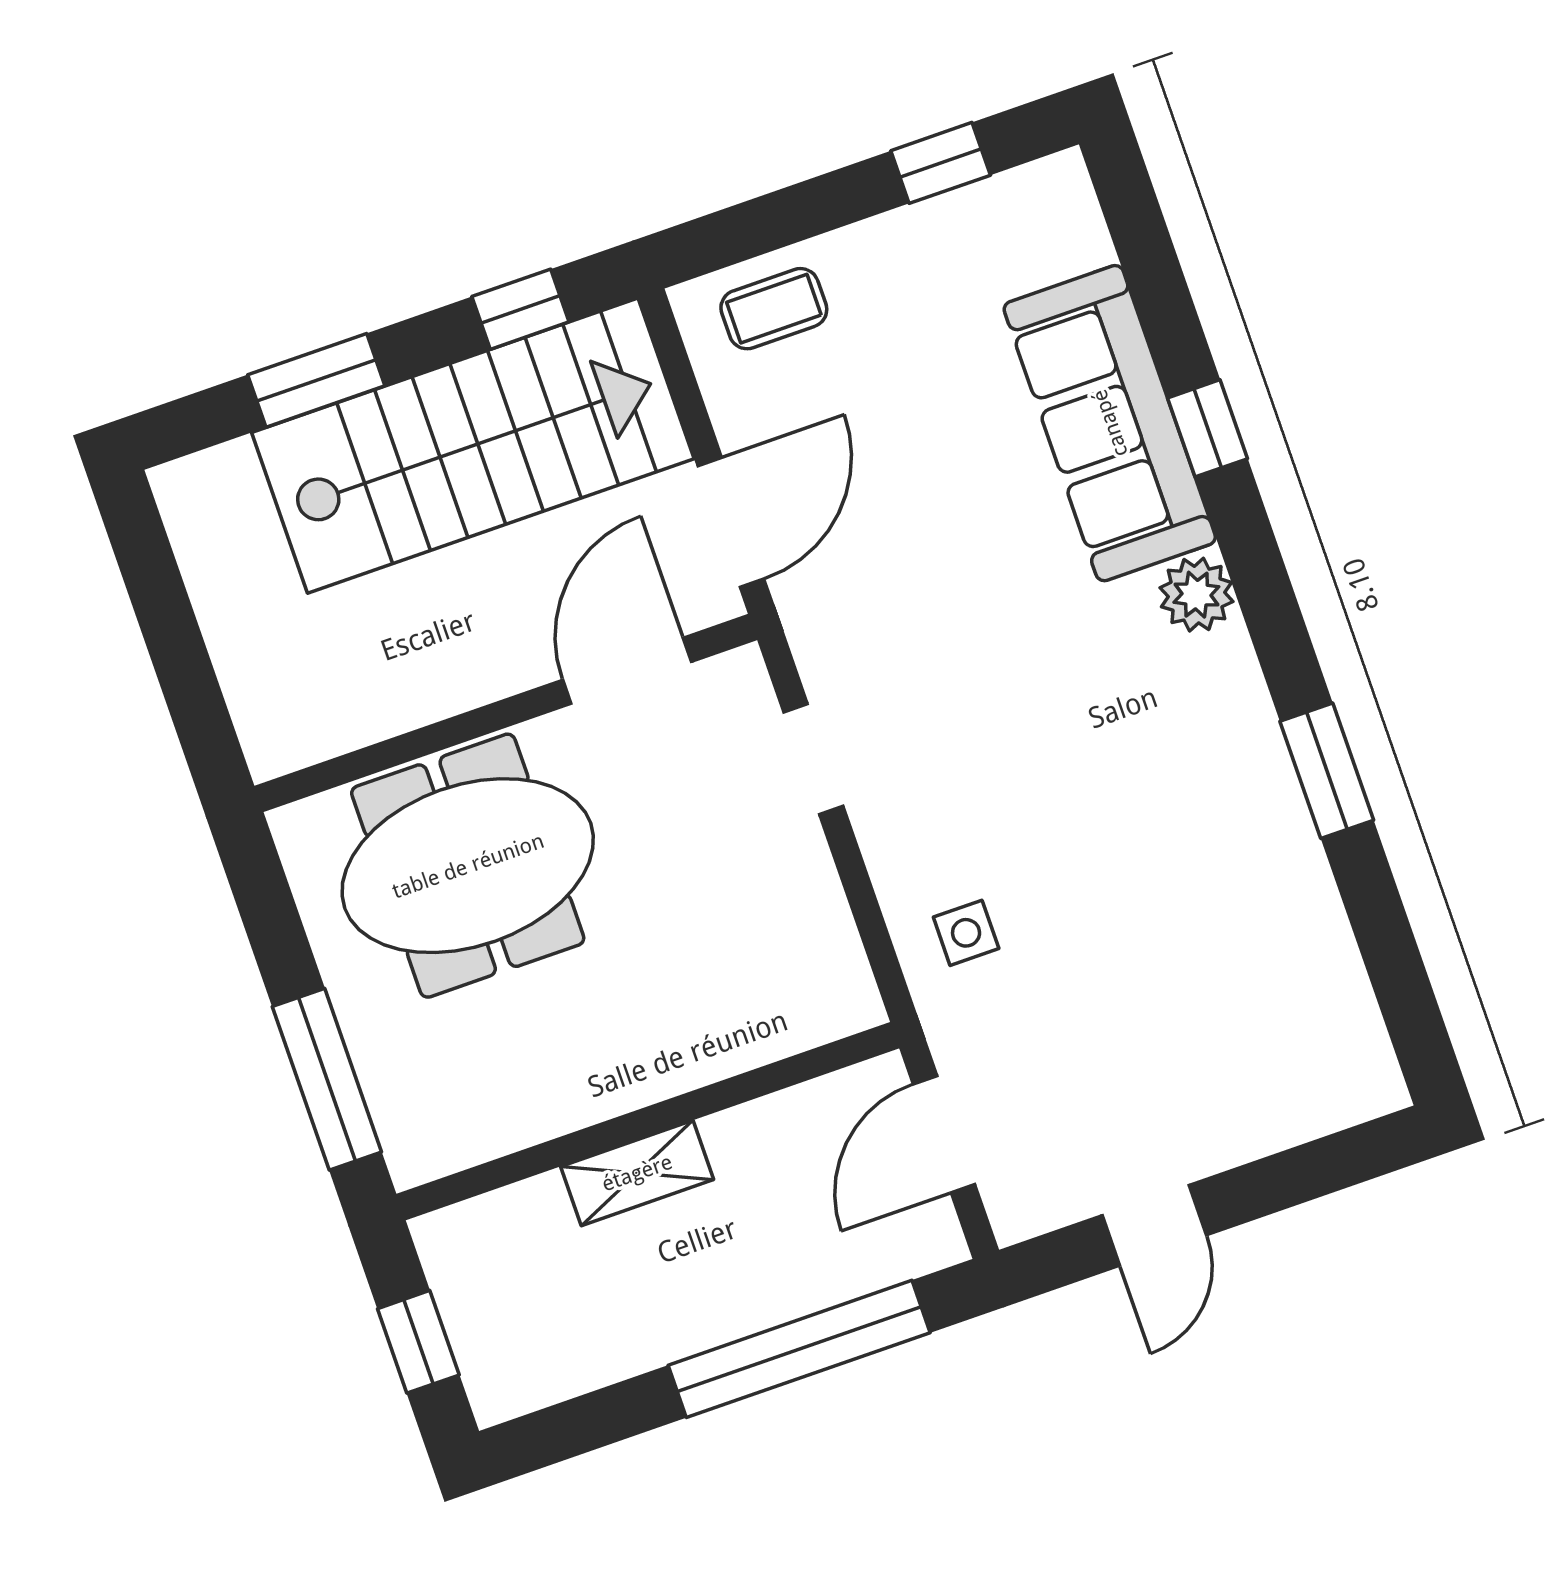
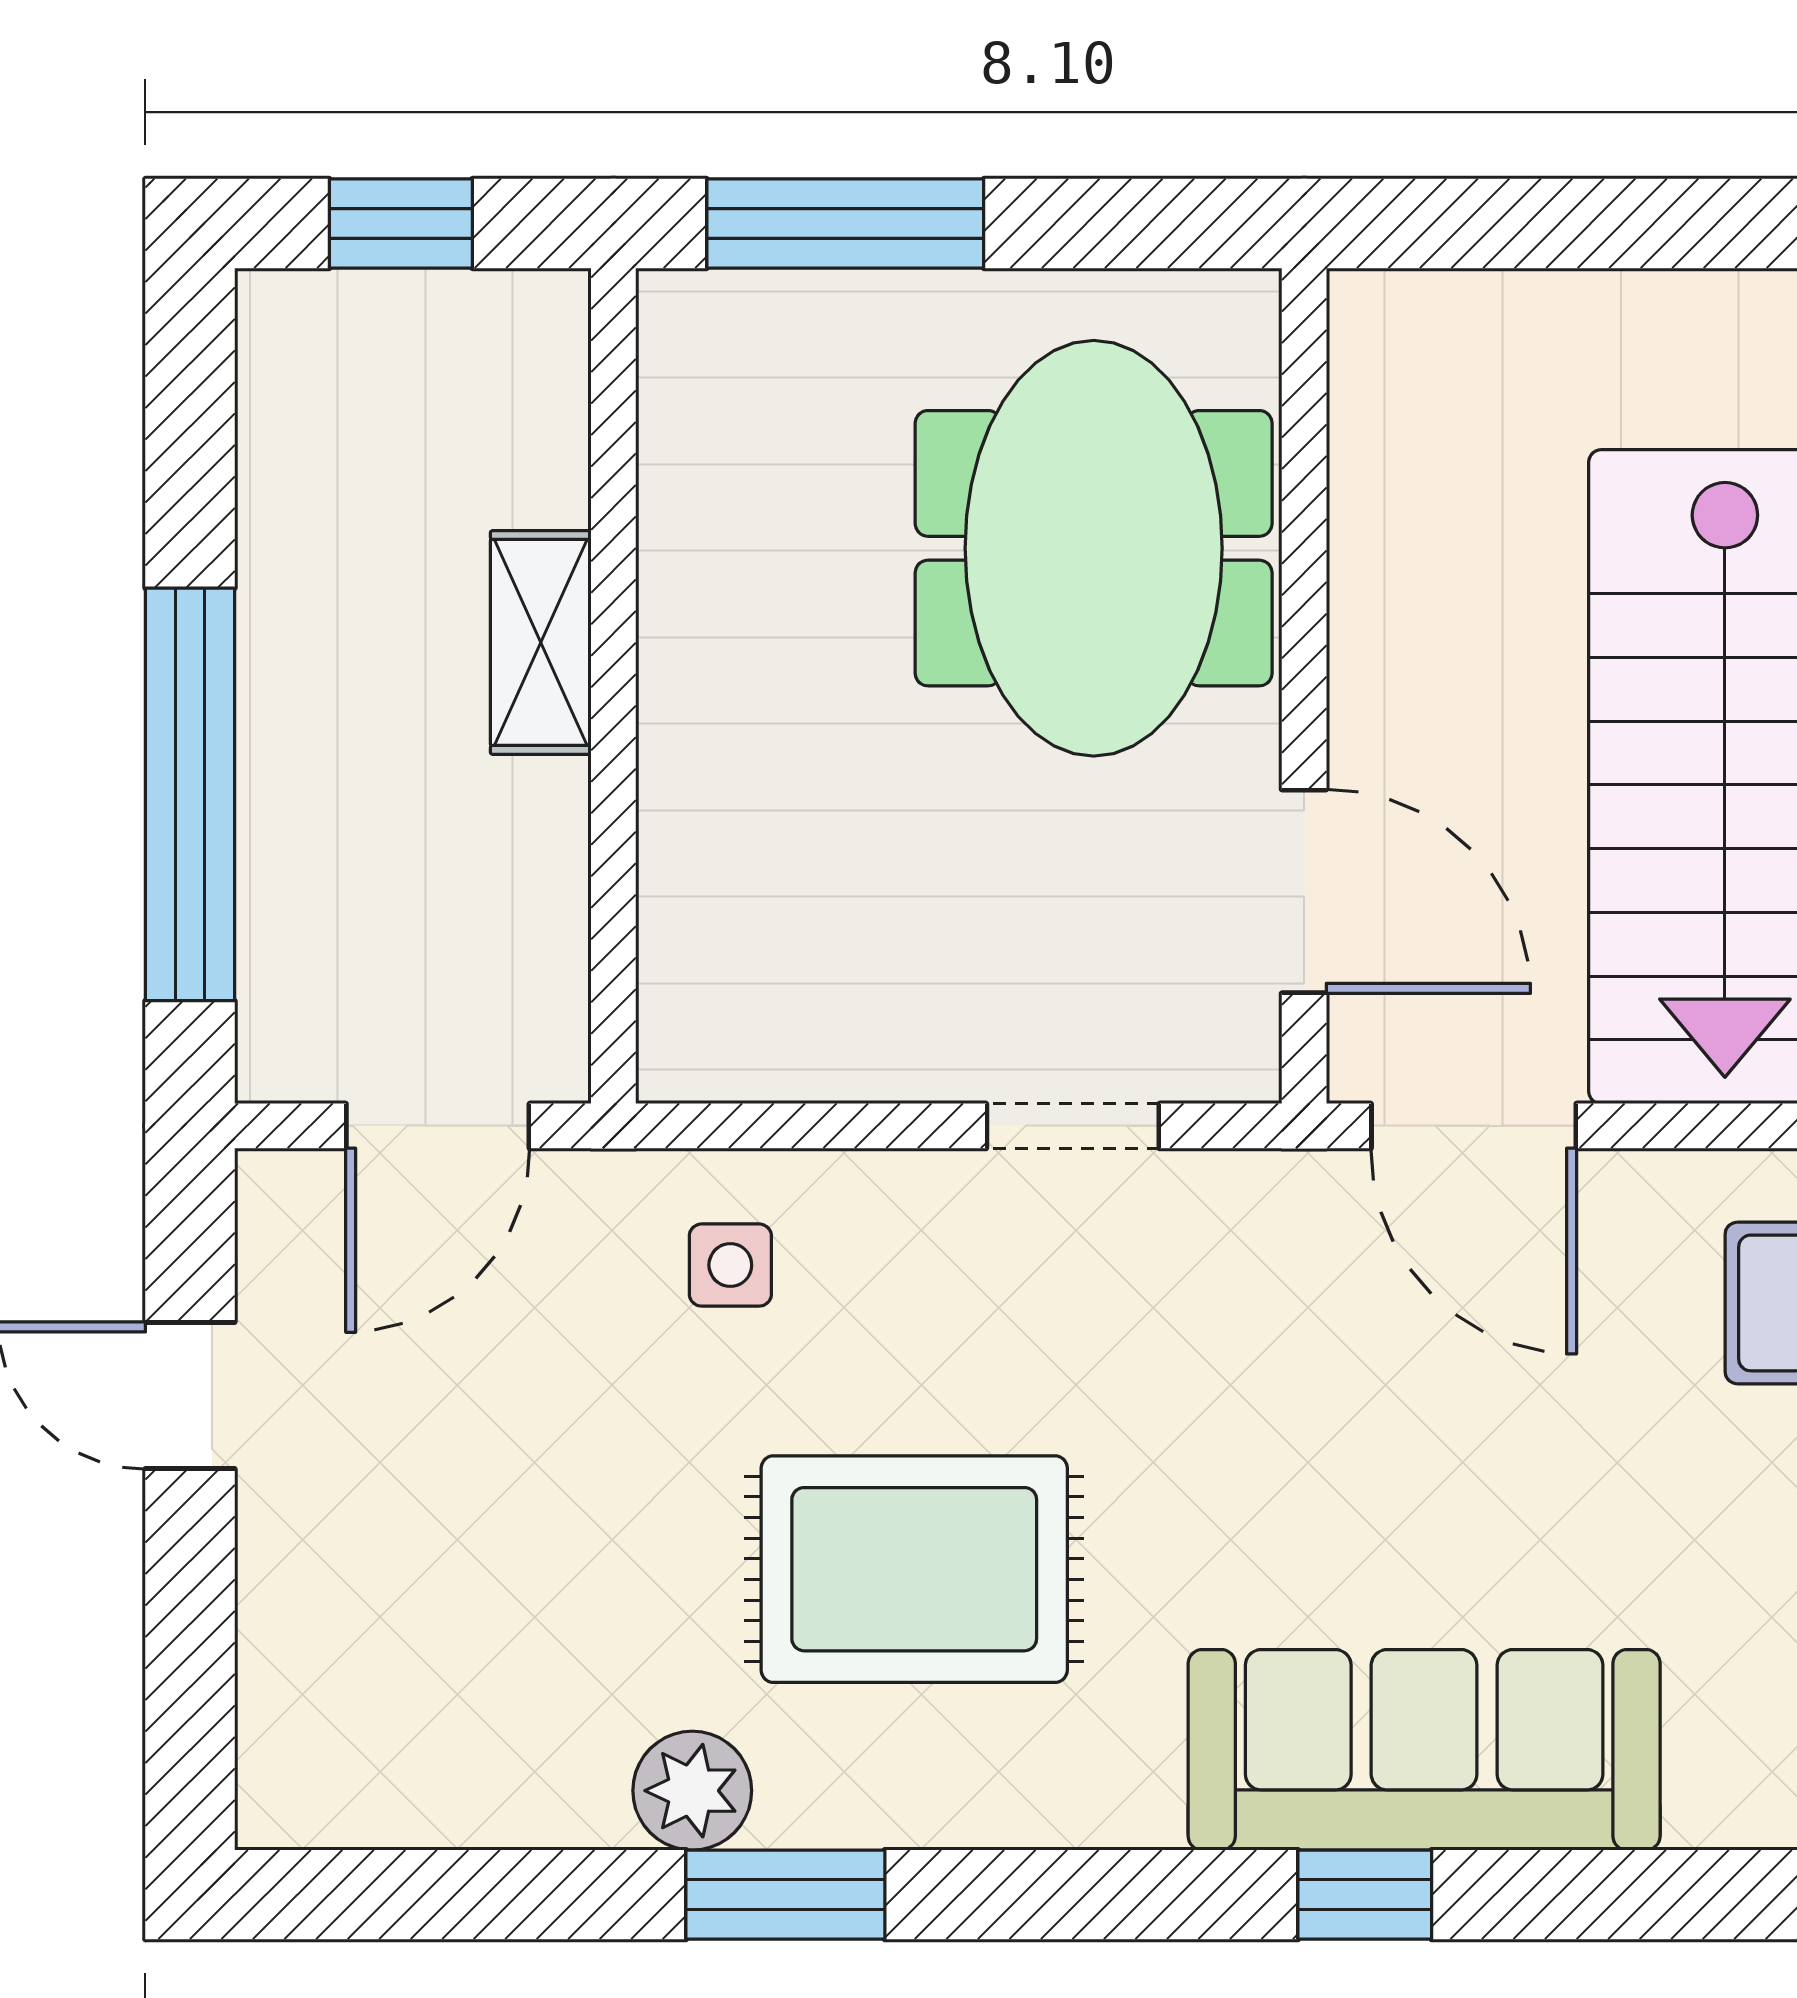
plant: (1196, 595) -> (692, 1791), moved
rug: (1108, 762) -> (914, 1569), added
door: (944, 1134) -> (438, 1126), swing flipped

